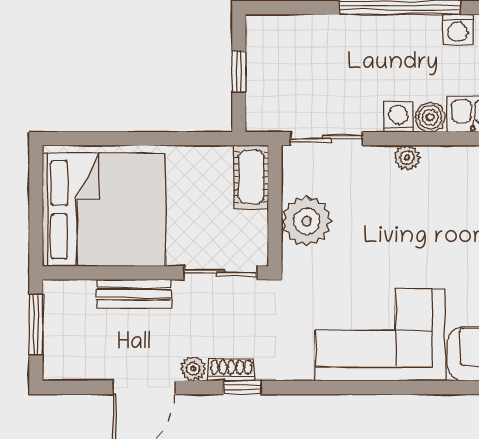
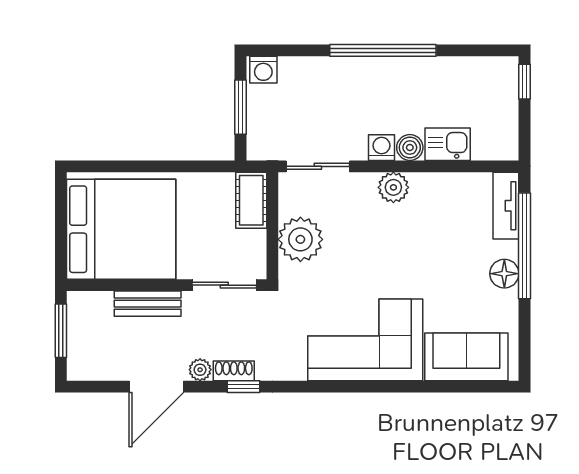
washing machine: (458, 29) -> (263, 70), moved
window: (239, 72) -> (241, 107), width x1.50
plant: (407, 158) -> (393, 187), width x1.38, depth x1.38

